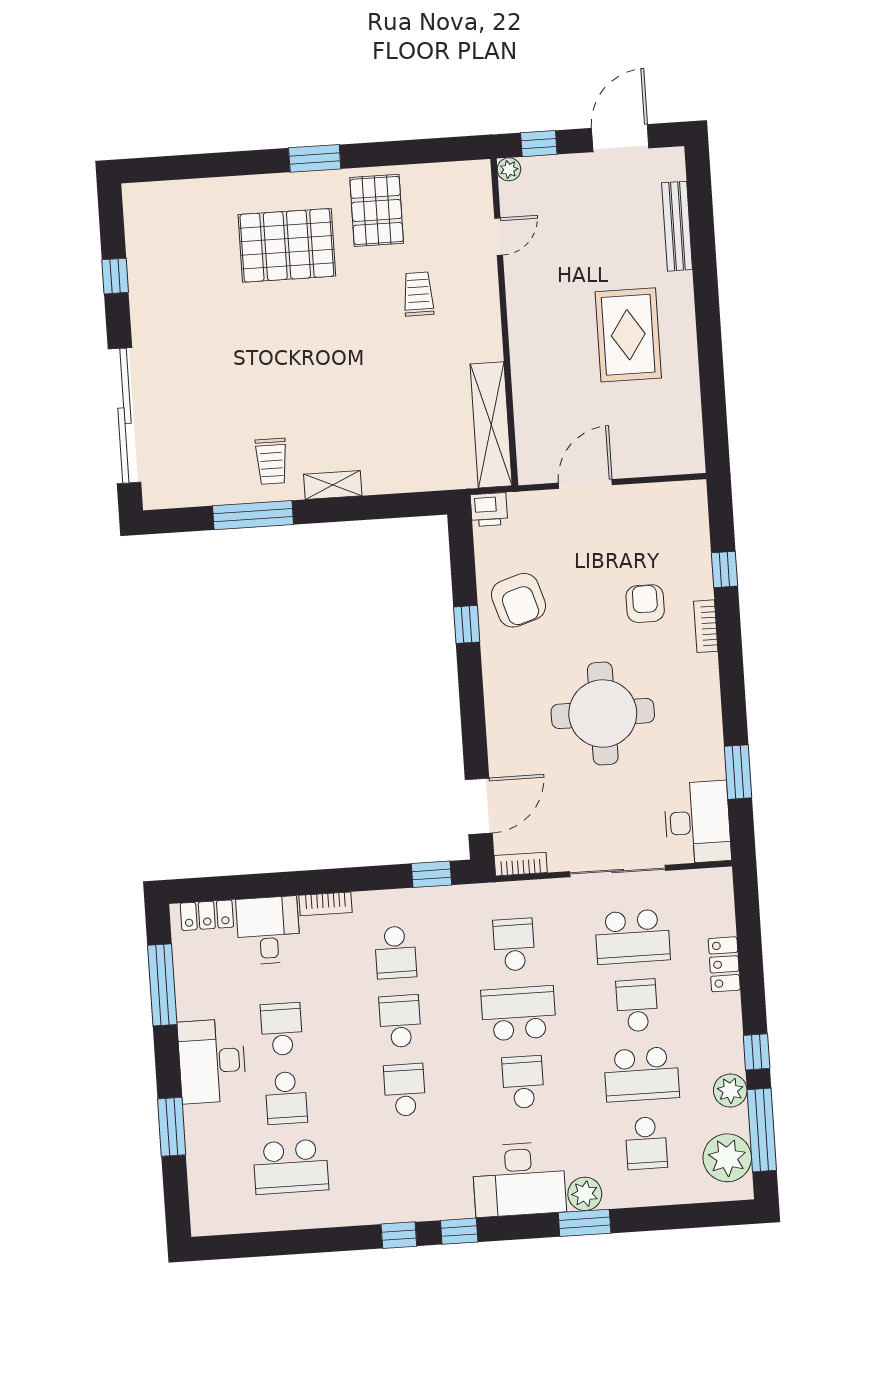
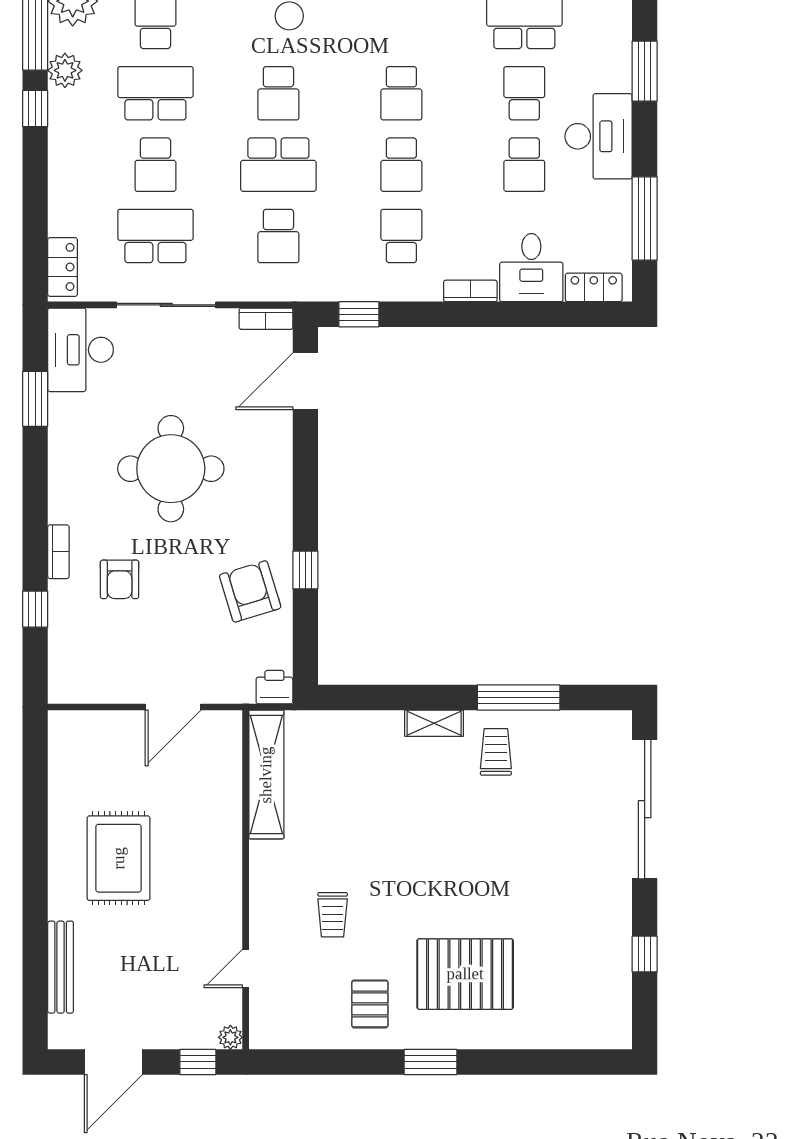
pallet: (377, 210) -> (370, 1004), width x0.67, depth x0.71
locker: (724, 964) -> (63, 267), moved

